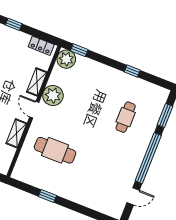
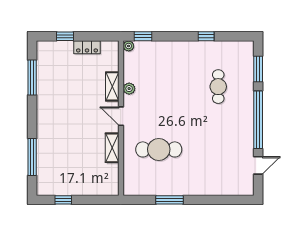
locker: (41, 46) -> (87, 47), moved
plant: (66, 59) -> (129, 46), width x0.53, depth x0.53
plant: (53, 96) -> (129, 89), width x0.53, depth x0.53
window: (47, 196) -> (170, 200), width x1.50

